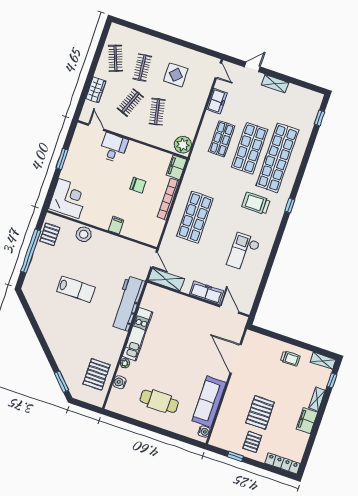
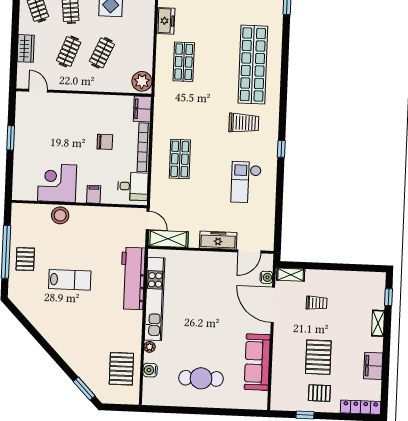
clothes rail: (157, 112) -> (102, 53), turned 36
desk: (114, 148) -> (133, 186), moved, turned 90
shop shelf: (250, 148) -> (218, 63), removed
corner desk: (69, 198) -> (57, 183), moved, turned -90
trolley: (256, 203) -> (244, 123), turned 180
window: (290, 206) -> (281, 149), moved
shop shelf: (195, 217) -> (180, 159), width x0.70, depth x0.74
pallet: (50, 234) -> (25, 259), moved
door: (229, 309) -> (249, 251), swing flipped
kitchen unit: (137, 334) -> (155, 299), width x1.36
trolley: (290, 359) -> (317, 303), moved
shelving: (323, 361) -> (291, 275), moved
filing cabinet: (307, 421) -> (373, 366), moved
water cooler: (204, 432) -> (266, 277), moved
pallet: (252, 442) -> (319, 393), turned 90

